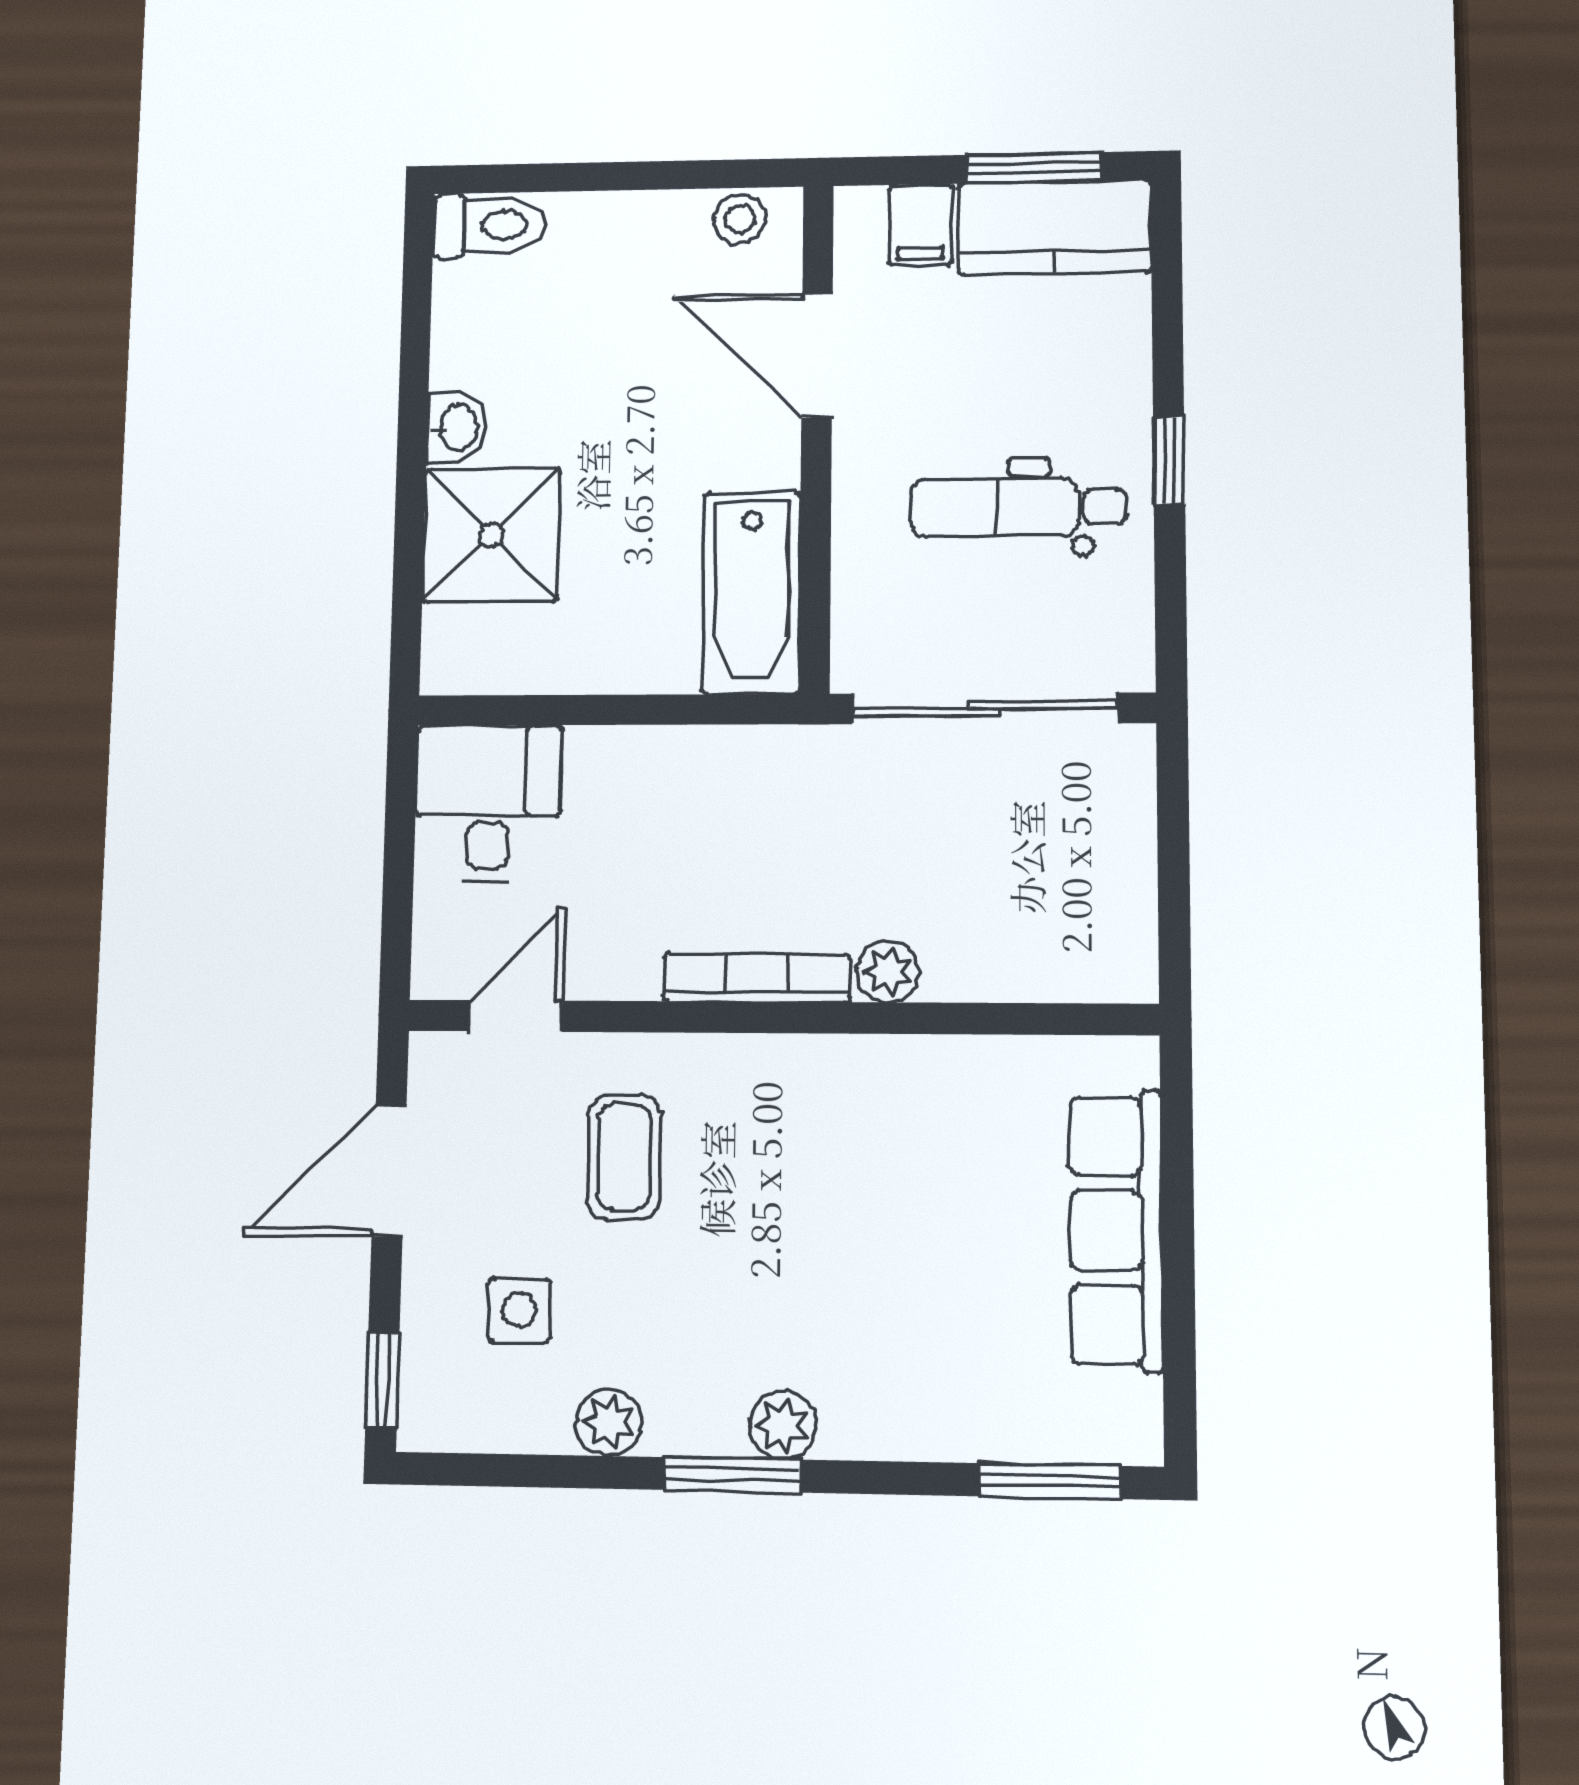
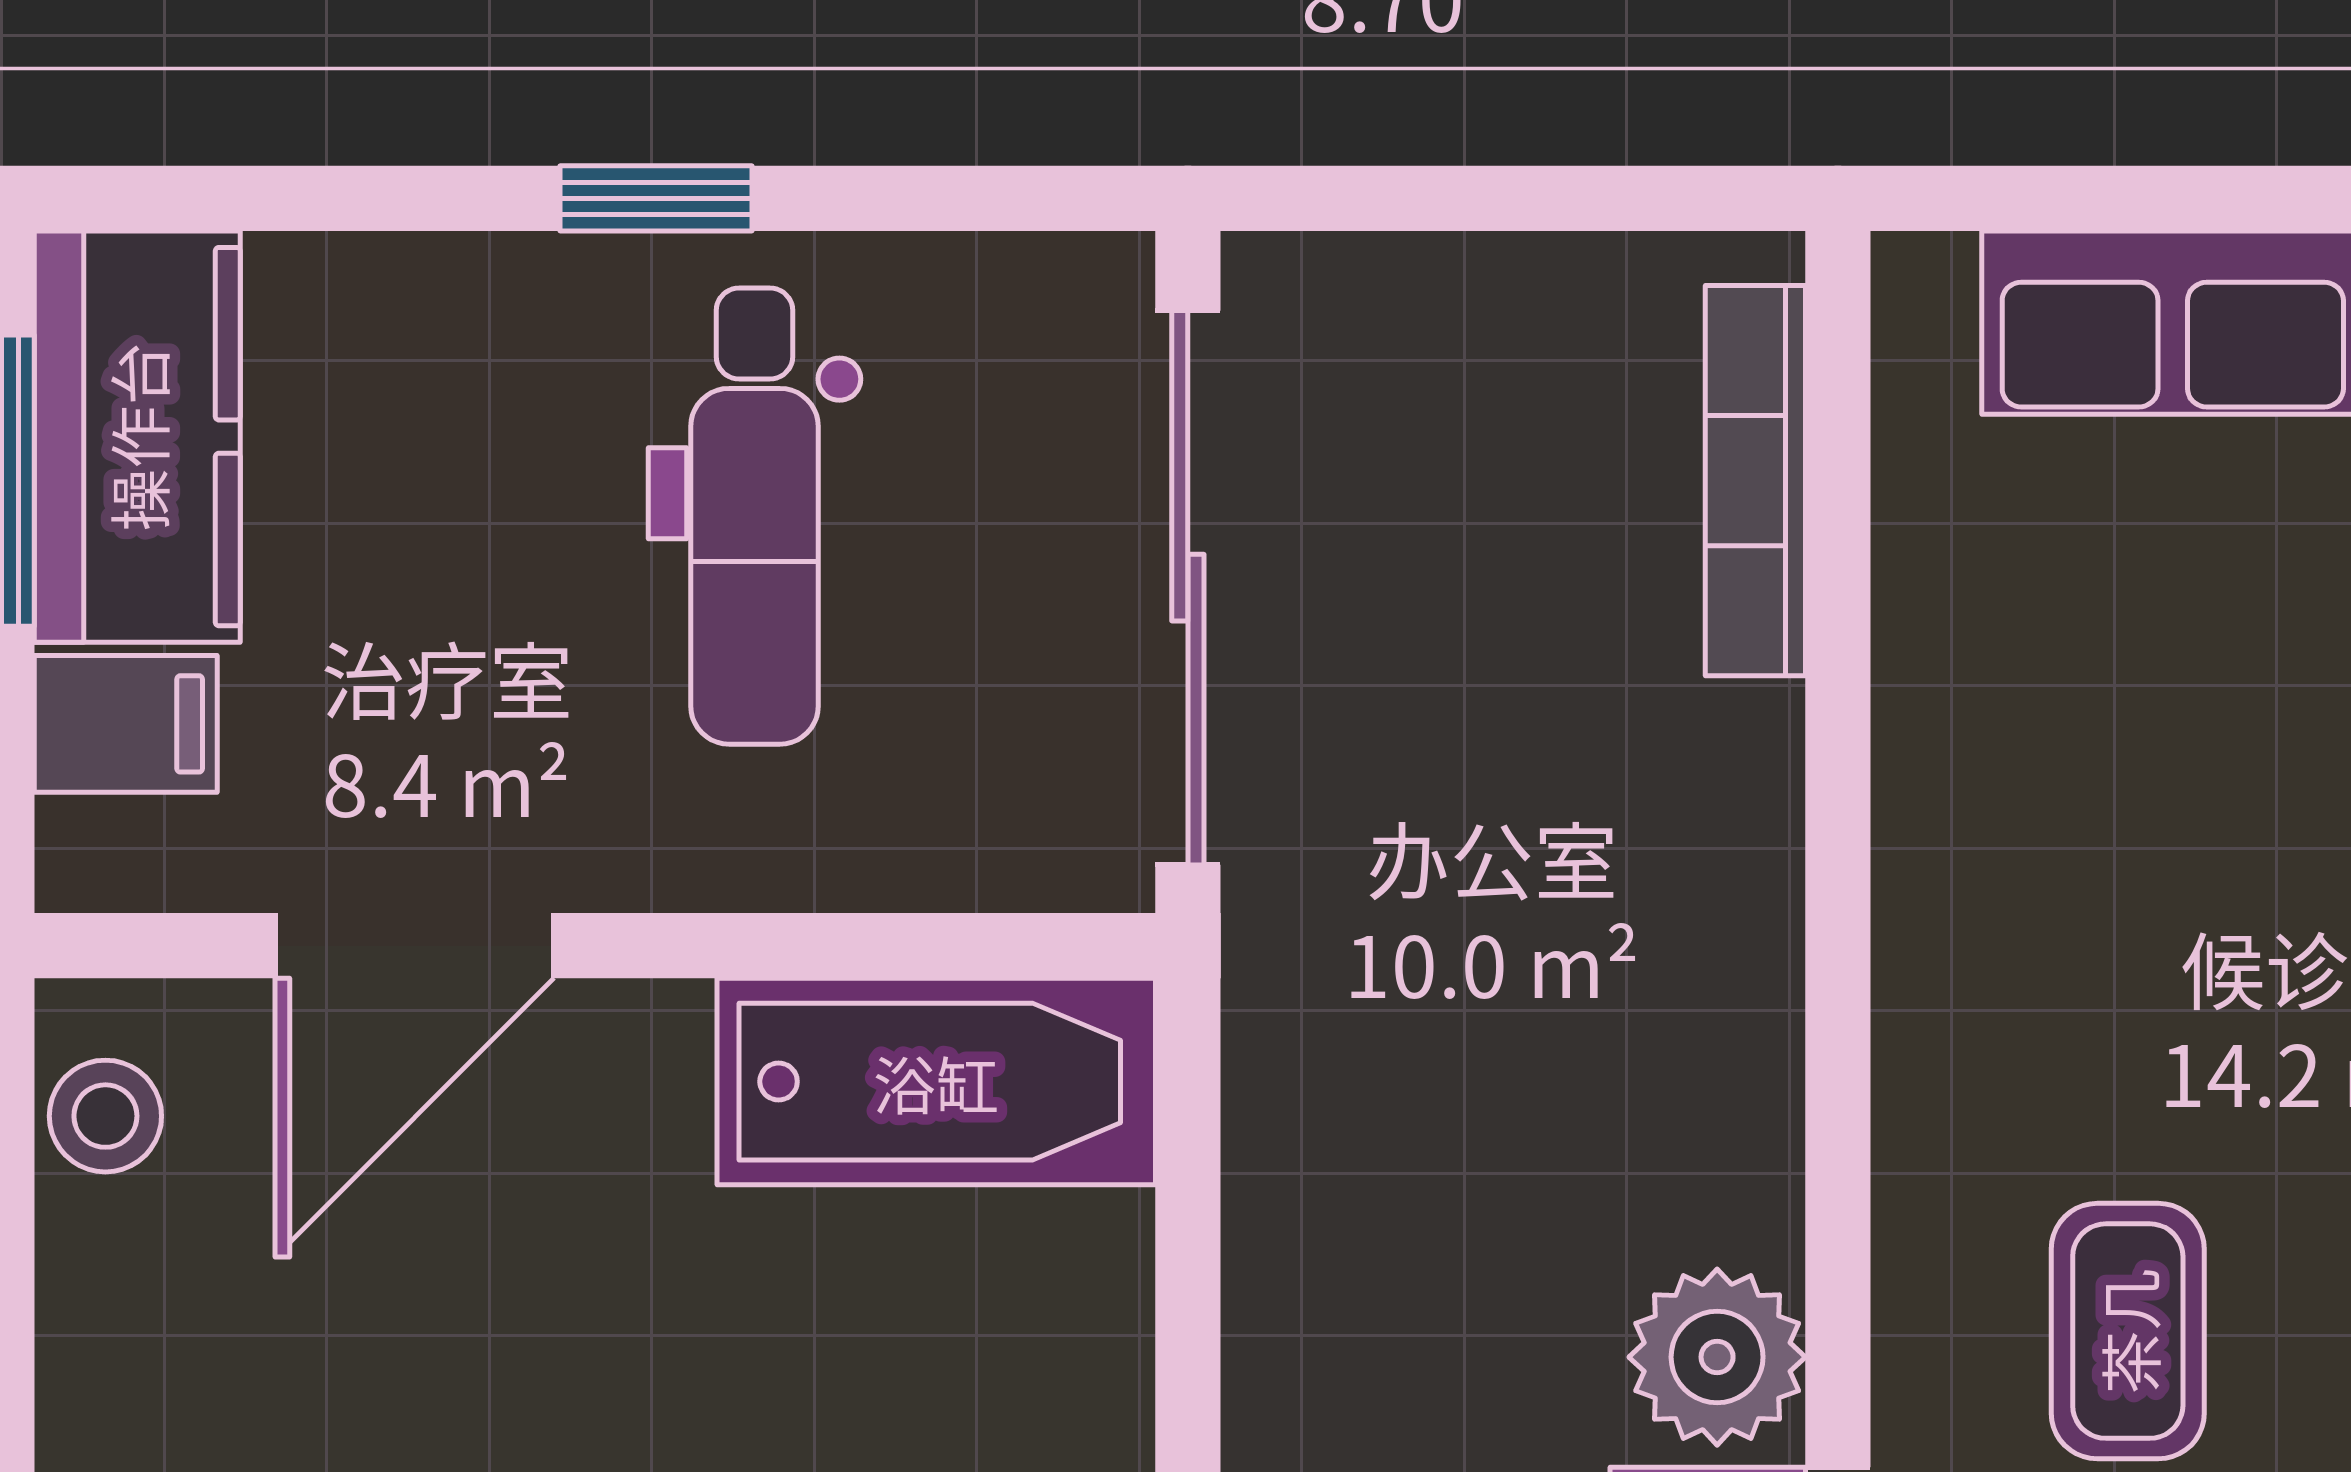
plant: (888, 971) -> (1717, 1357), moved, width x1.38, depth x1.38
bookcase: (757, 978) -> (1755, 481), moved
coffee table: (624, 1157) -> (2128, 1331), turned 90

